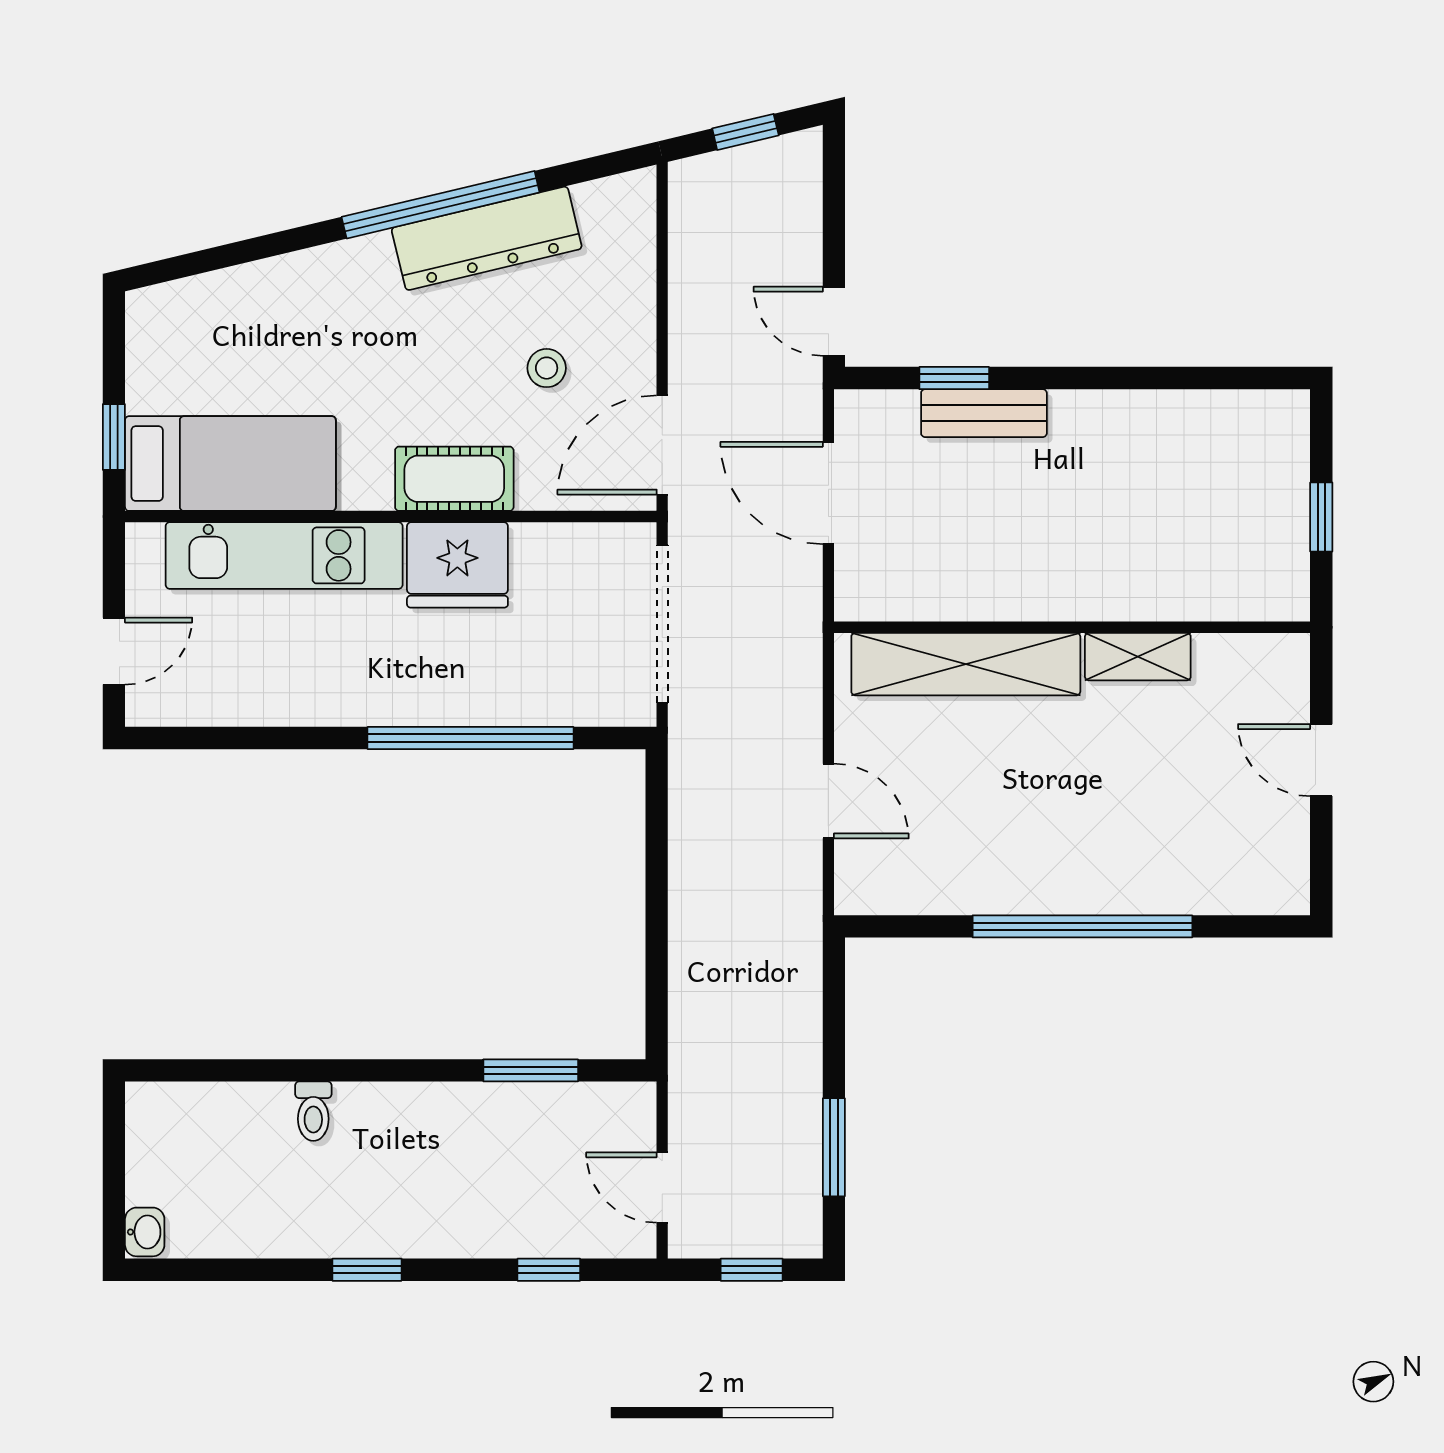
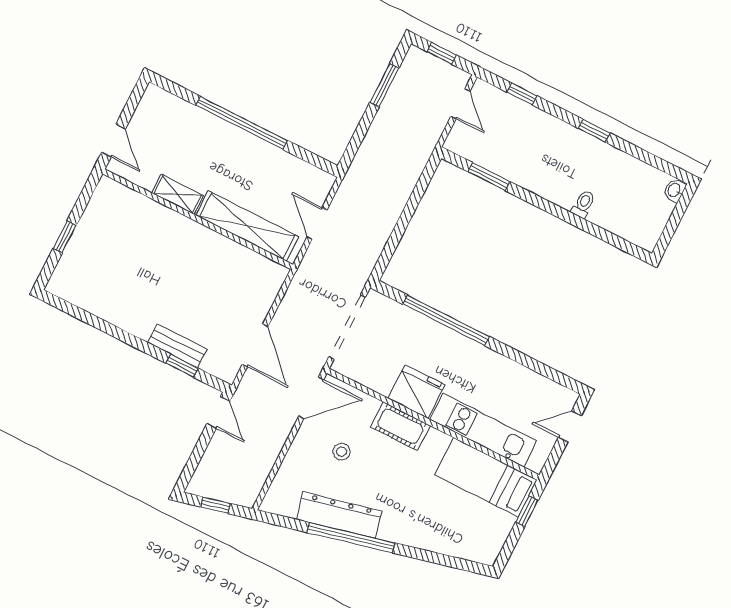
wall: (1072, 627) -> (198, 219), moved
shelving: (1138, 657) -> (178, 194), moved
shelving: (966, 664) -> (247, 226), moved

